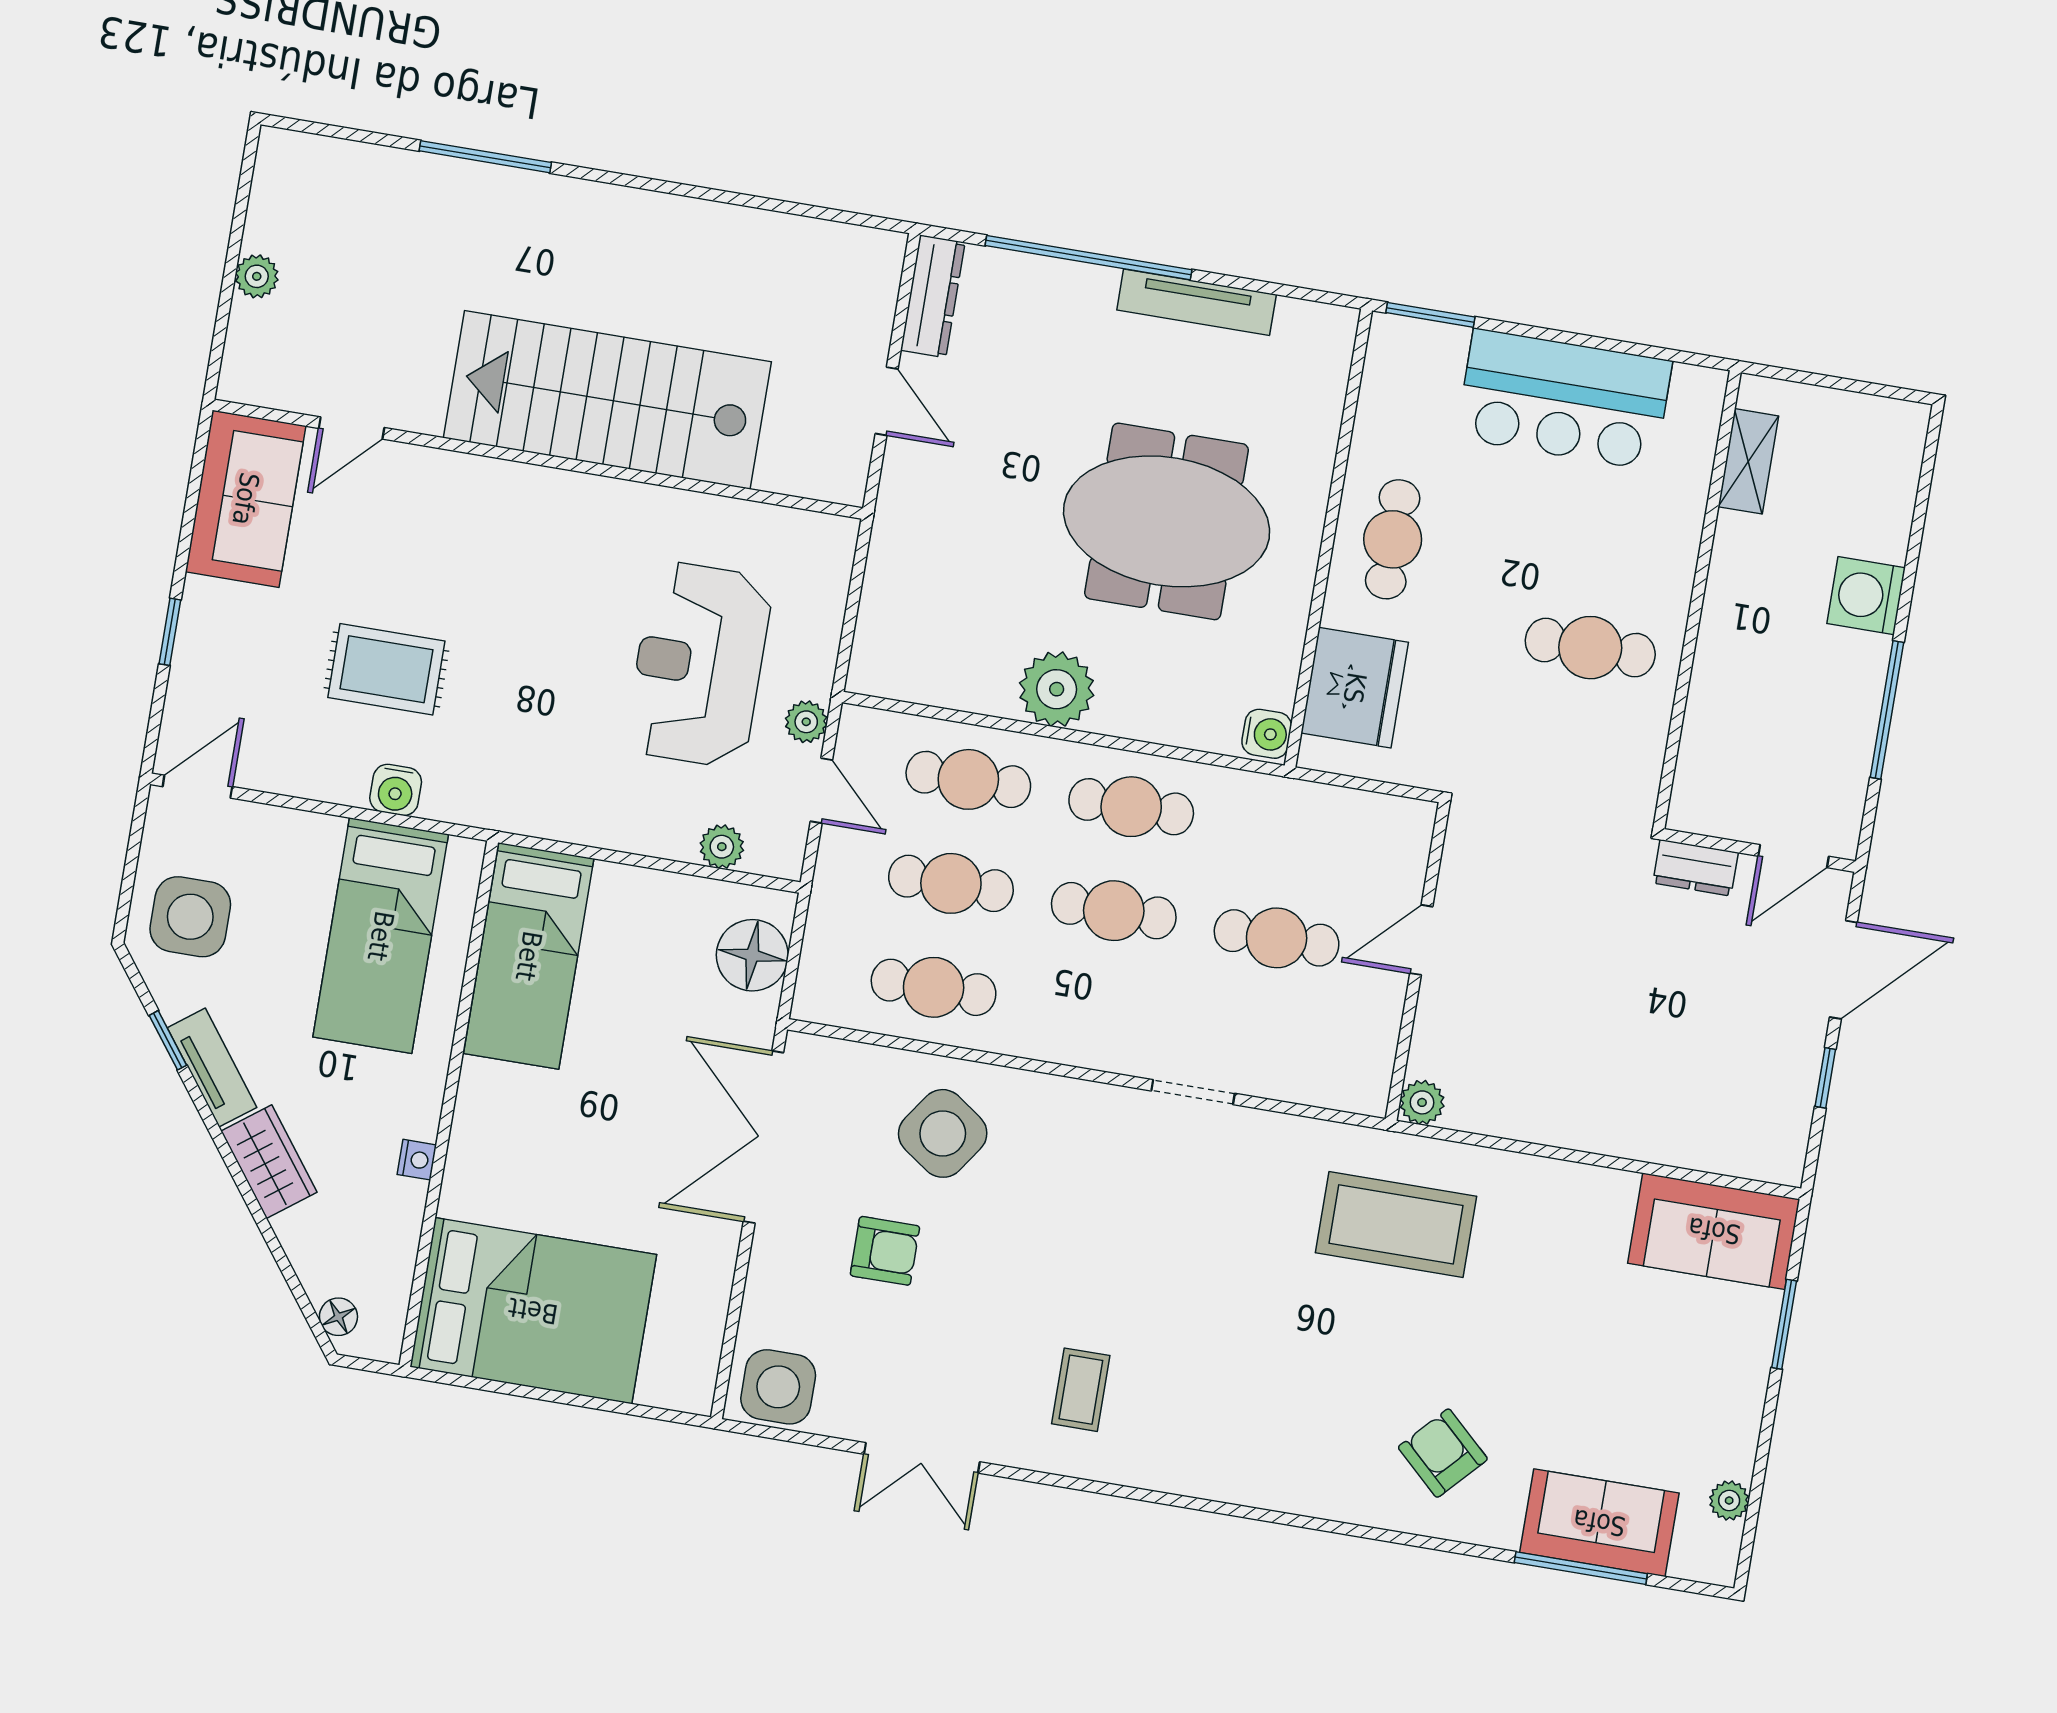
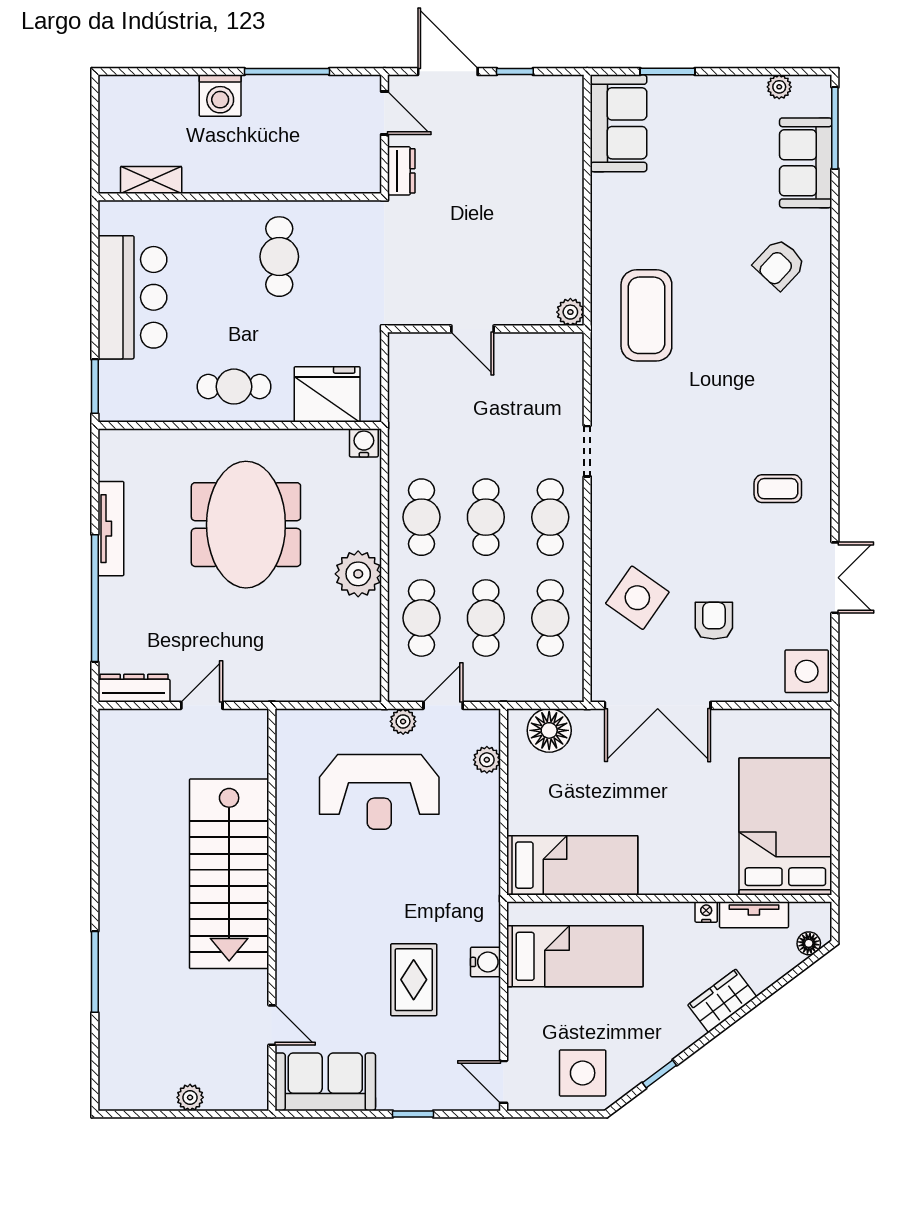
cafe table: (1277, 938) -> (550, 517), moved
tv unit: (212, 1068) -> (754, 915), moved, turned -143
window: (1581, 1568) -> (835, 128), moved

